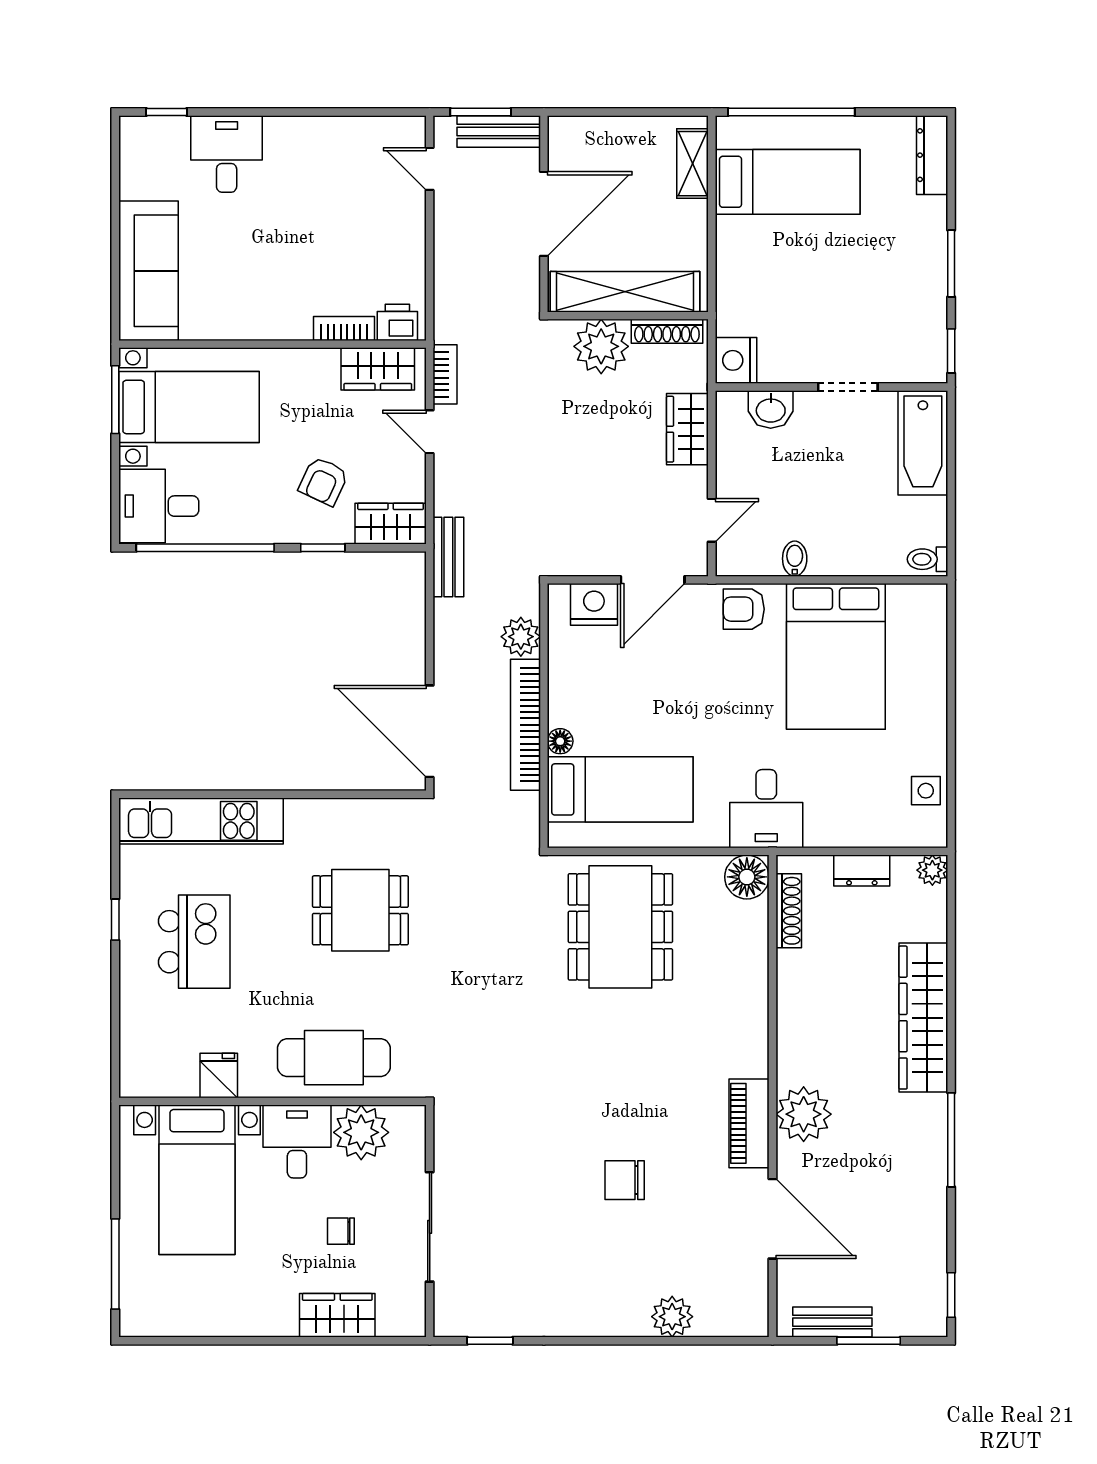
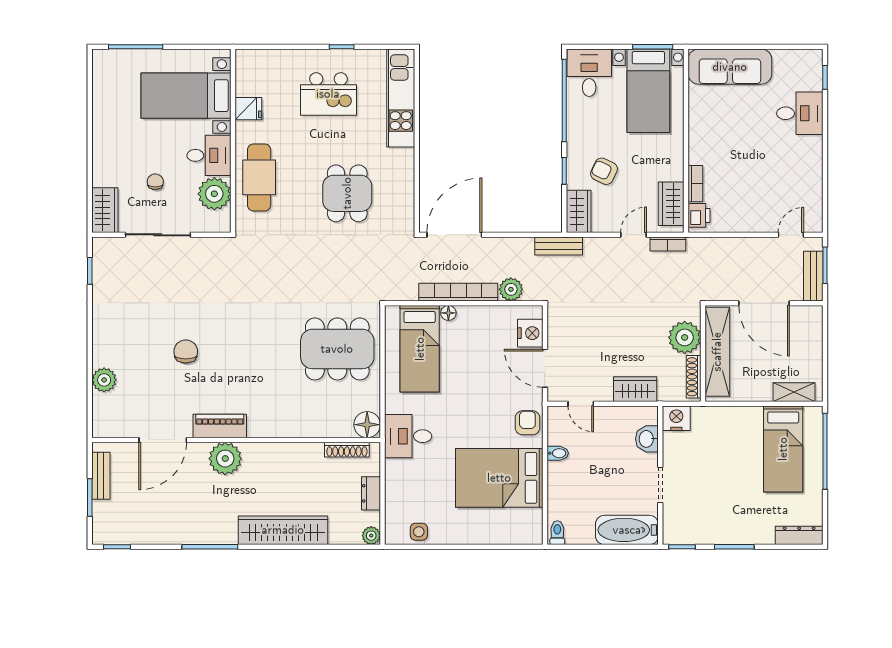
wardrobe: (337, 1315) -> (105, 210), moved

